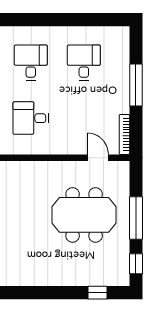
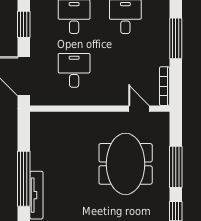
desk: (31, 118) -> (74, 70), turned 90
meeting table: (84, 215) -> (126, 164), turned 90

